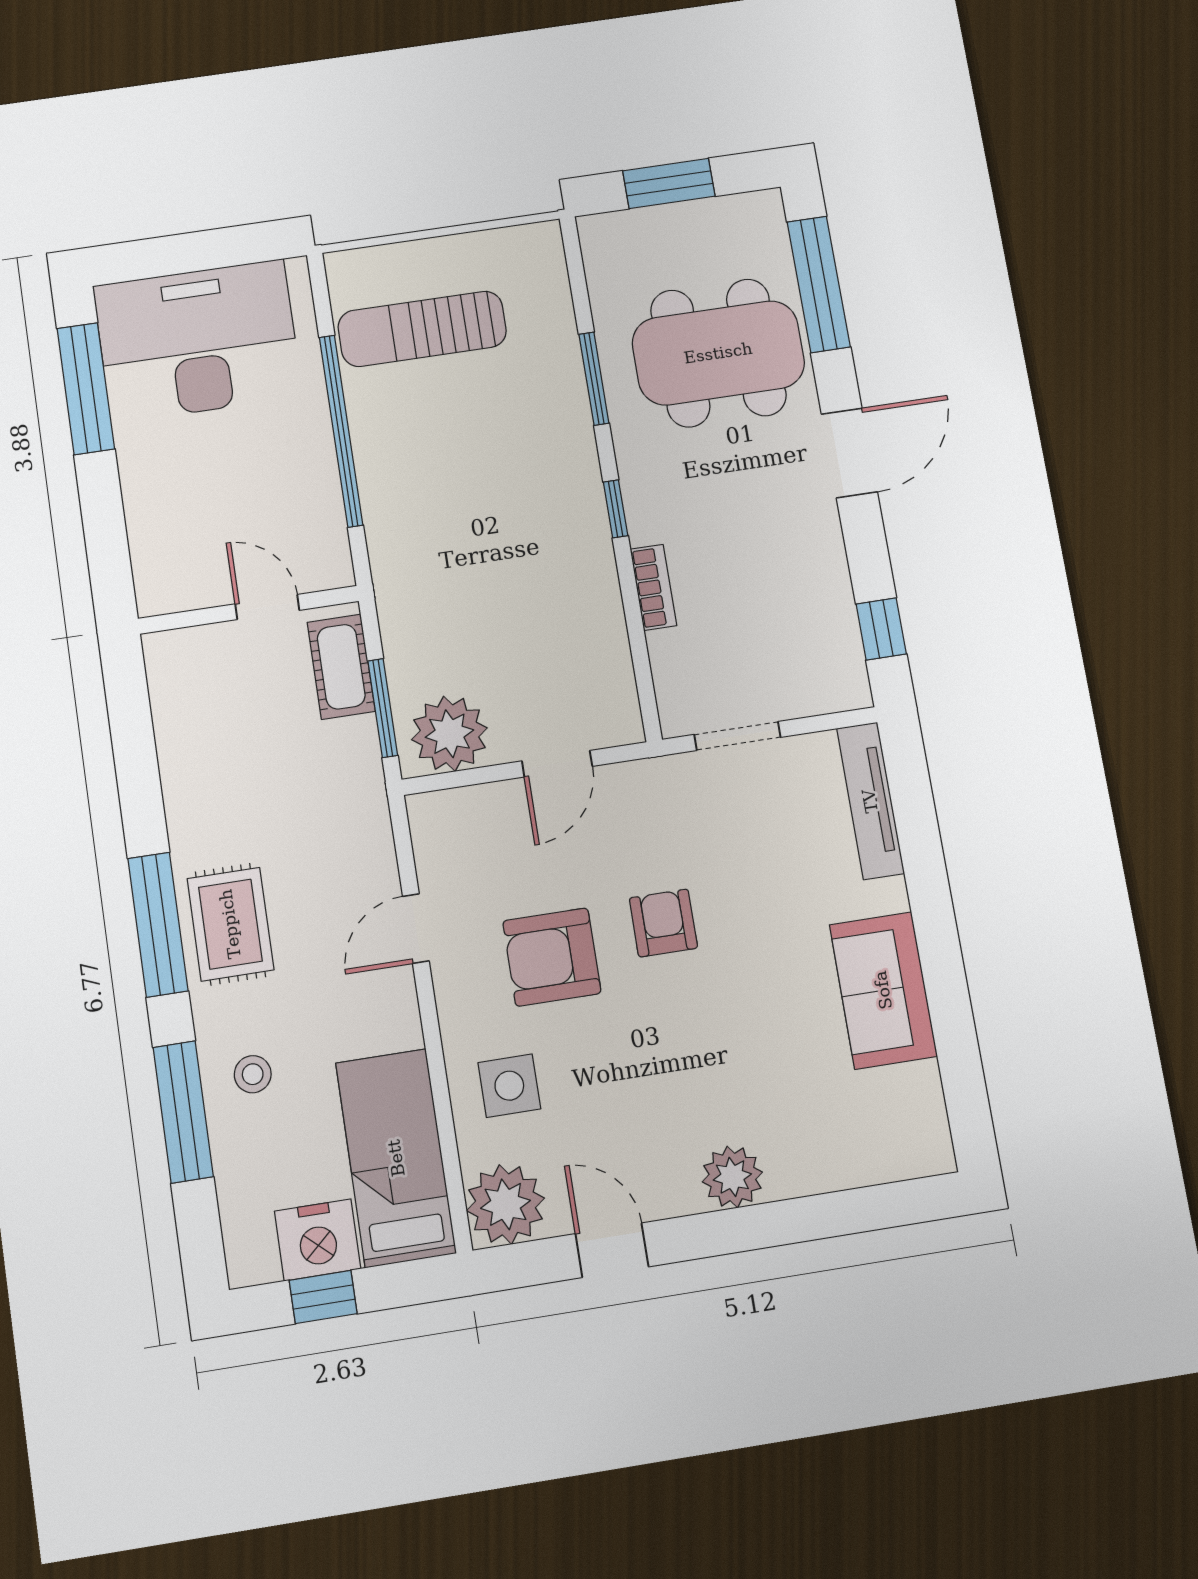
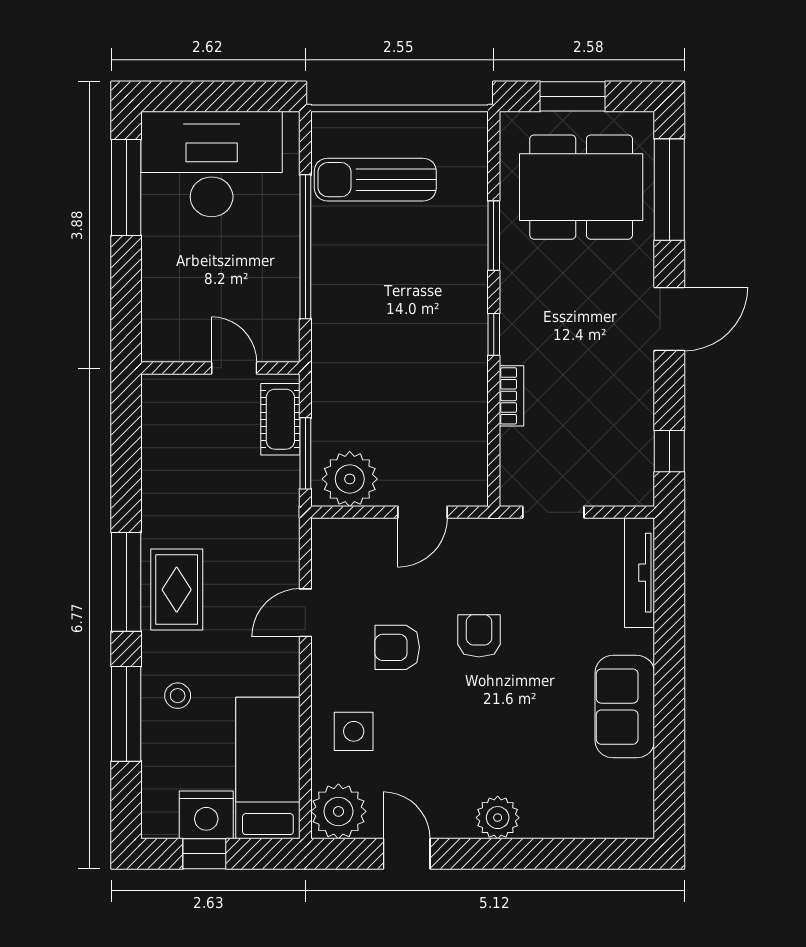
dining table: (718, 353) -> (581, 187), moved
armchair: (552, 957) -> (397, 647), width x0.72, depth x0.72

